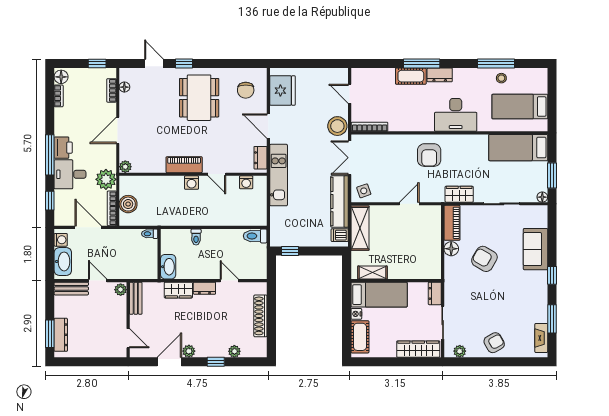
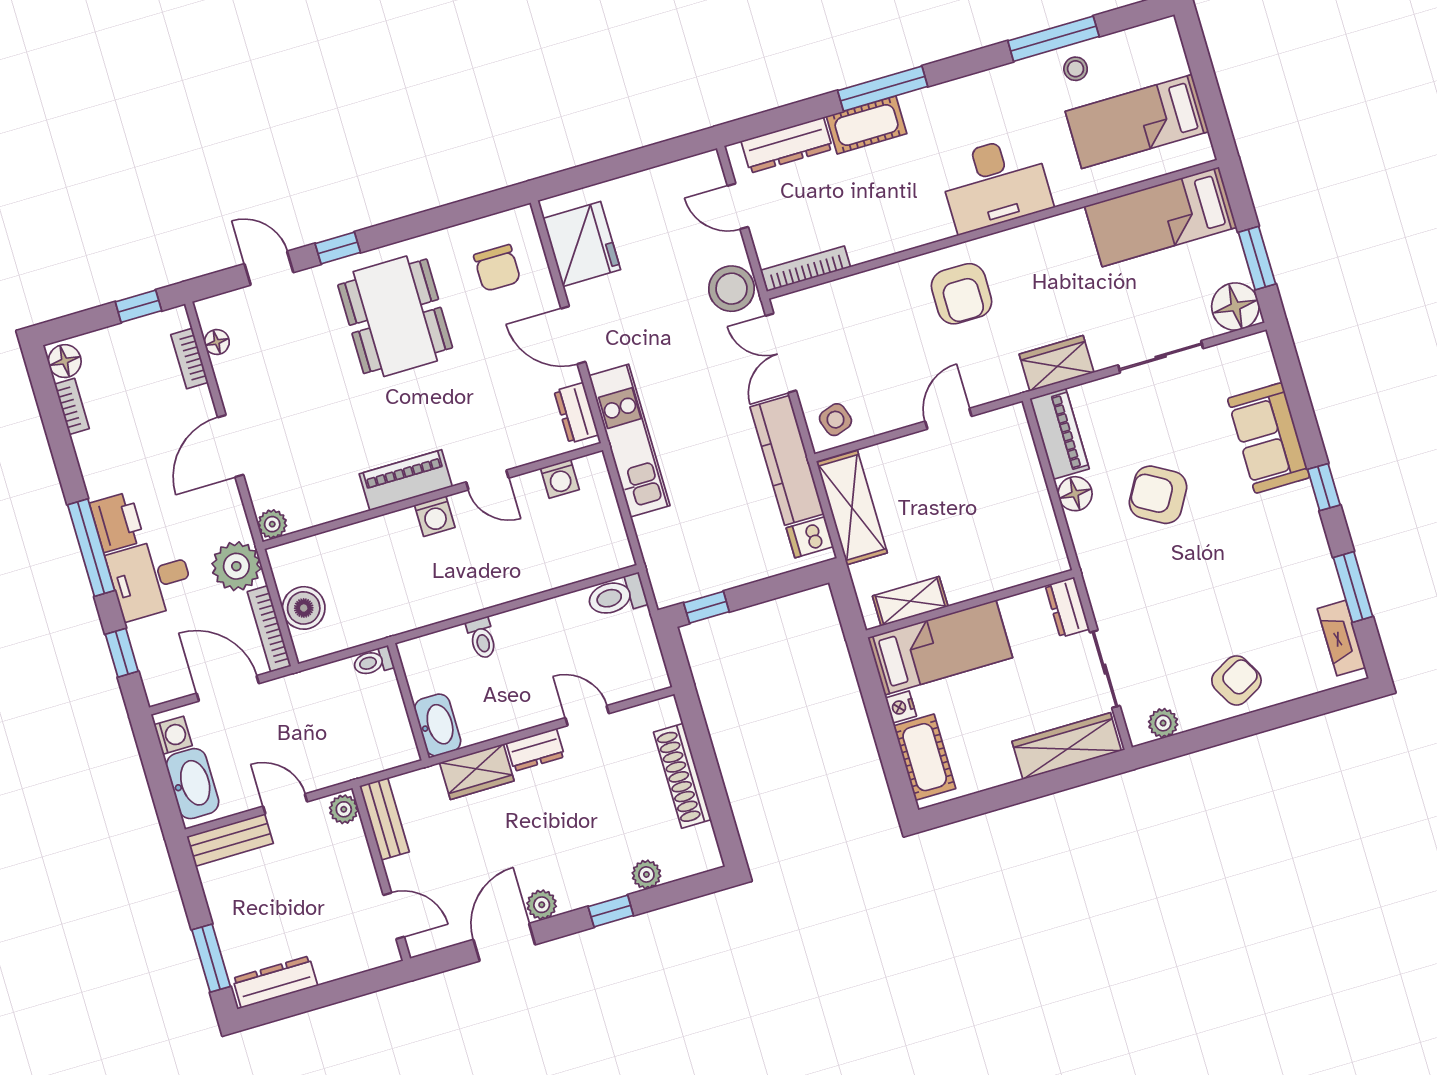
dresser: (440, 75) -> (787, 145), moved, width x1.44
floor lamp: (542, 197) -> (1235, 307), width x1.89, depth x1.89
dresser: (61, 335) -> (275, 982), moved, turned -90

